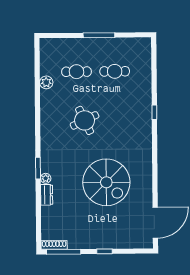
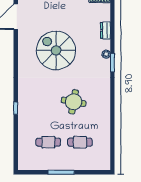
plant: (46, 82) -> (105, 134), removed
round table: (85, 120) -> (74, 102), turned 35
dresser: (47, 195) -> (106, 30), moved

